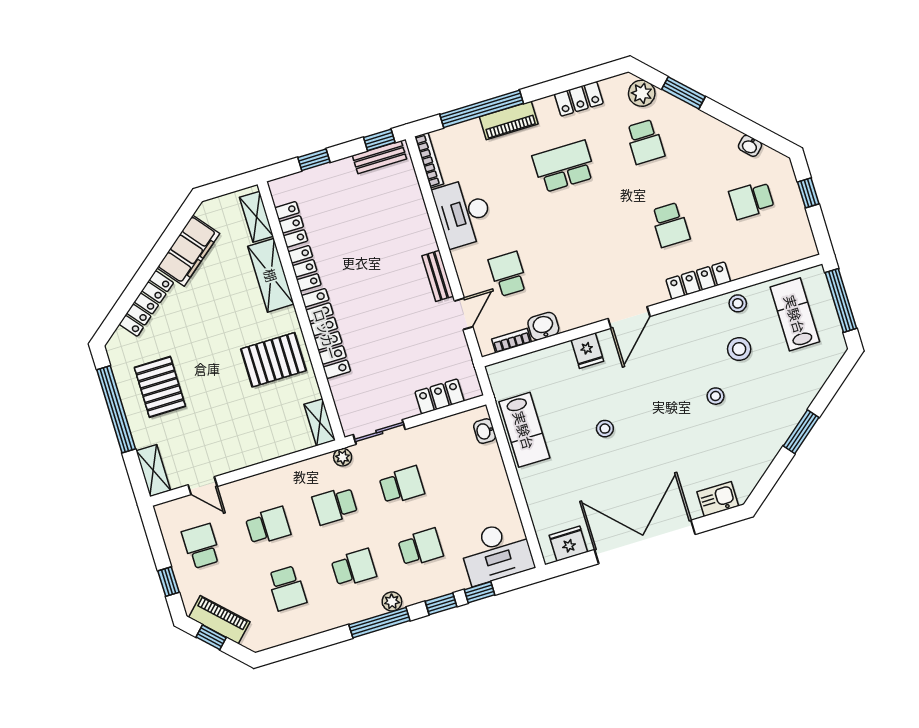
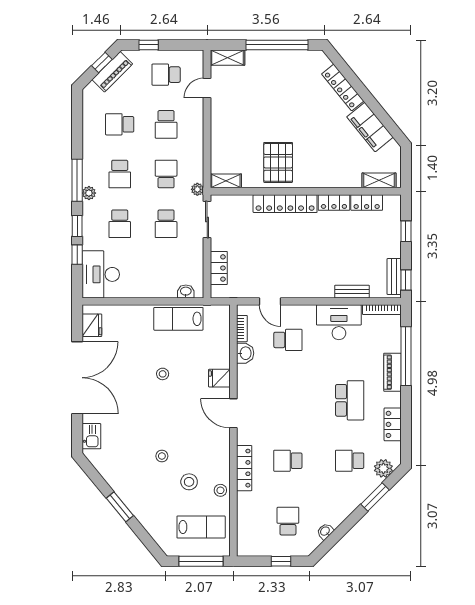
shelving: (271, 275) -> (336, 178), removed
bench: (438, 276) -> (352, 292), moved
pallet: (160, 387) -> (283, 79), removed
school desk: (201, 546) -> (166, 75), turned 180

